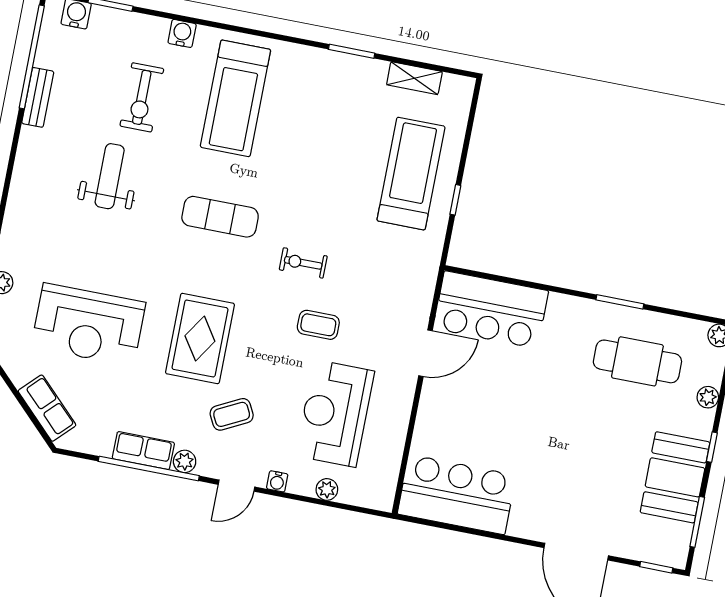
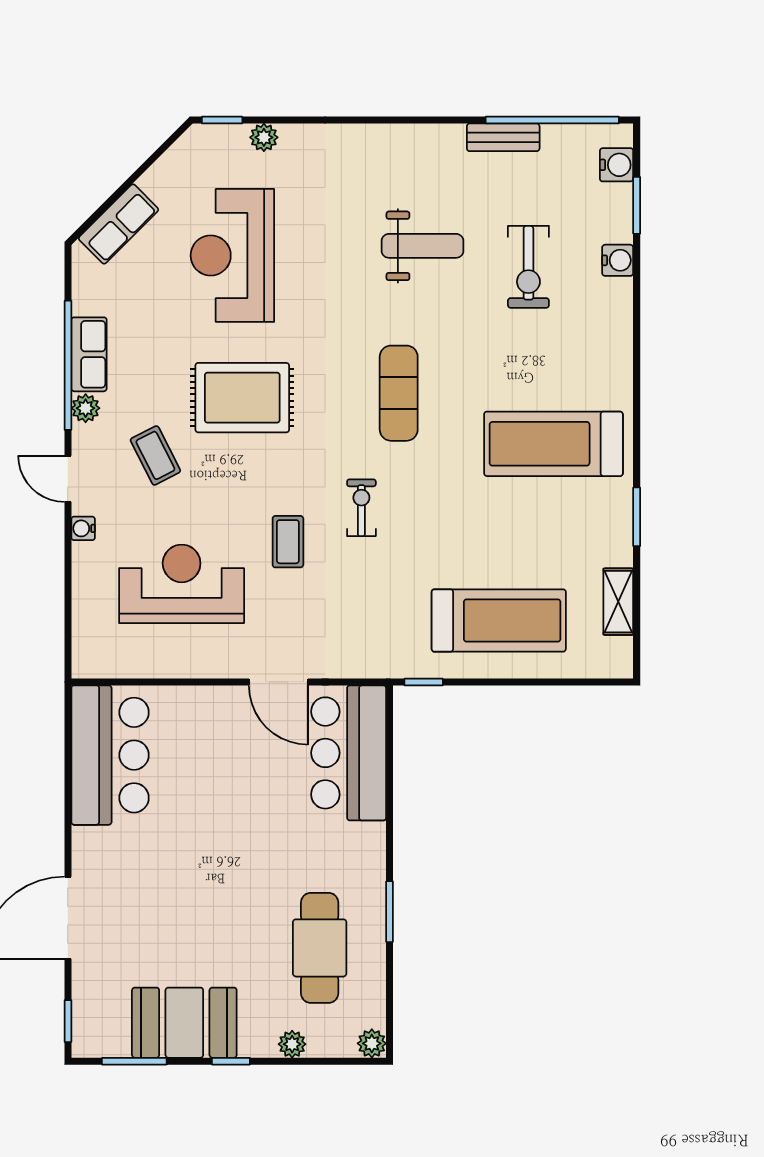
water cooler: (182, 33) -> (618, 260), moved
exercise bike: (142, 97) -> (528, 267), turned -90
treadmill: (235, 98) -> (553, 444), moved
window: (455, 200) -> (424, 682), moved
plant: (327, 489) -> (85, 592), removed

